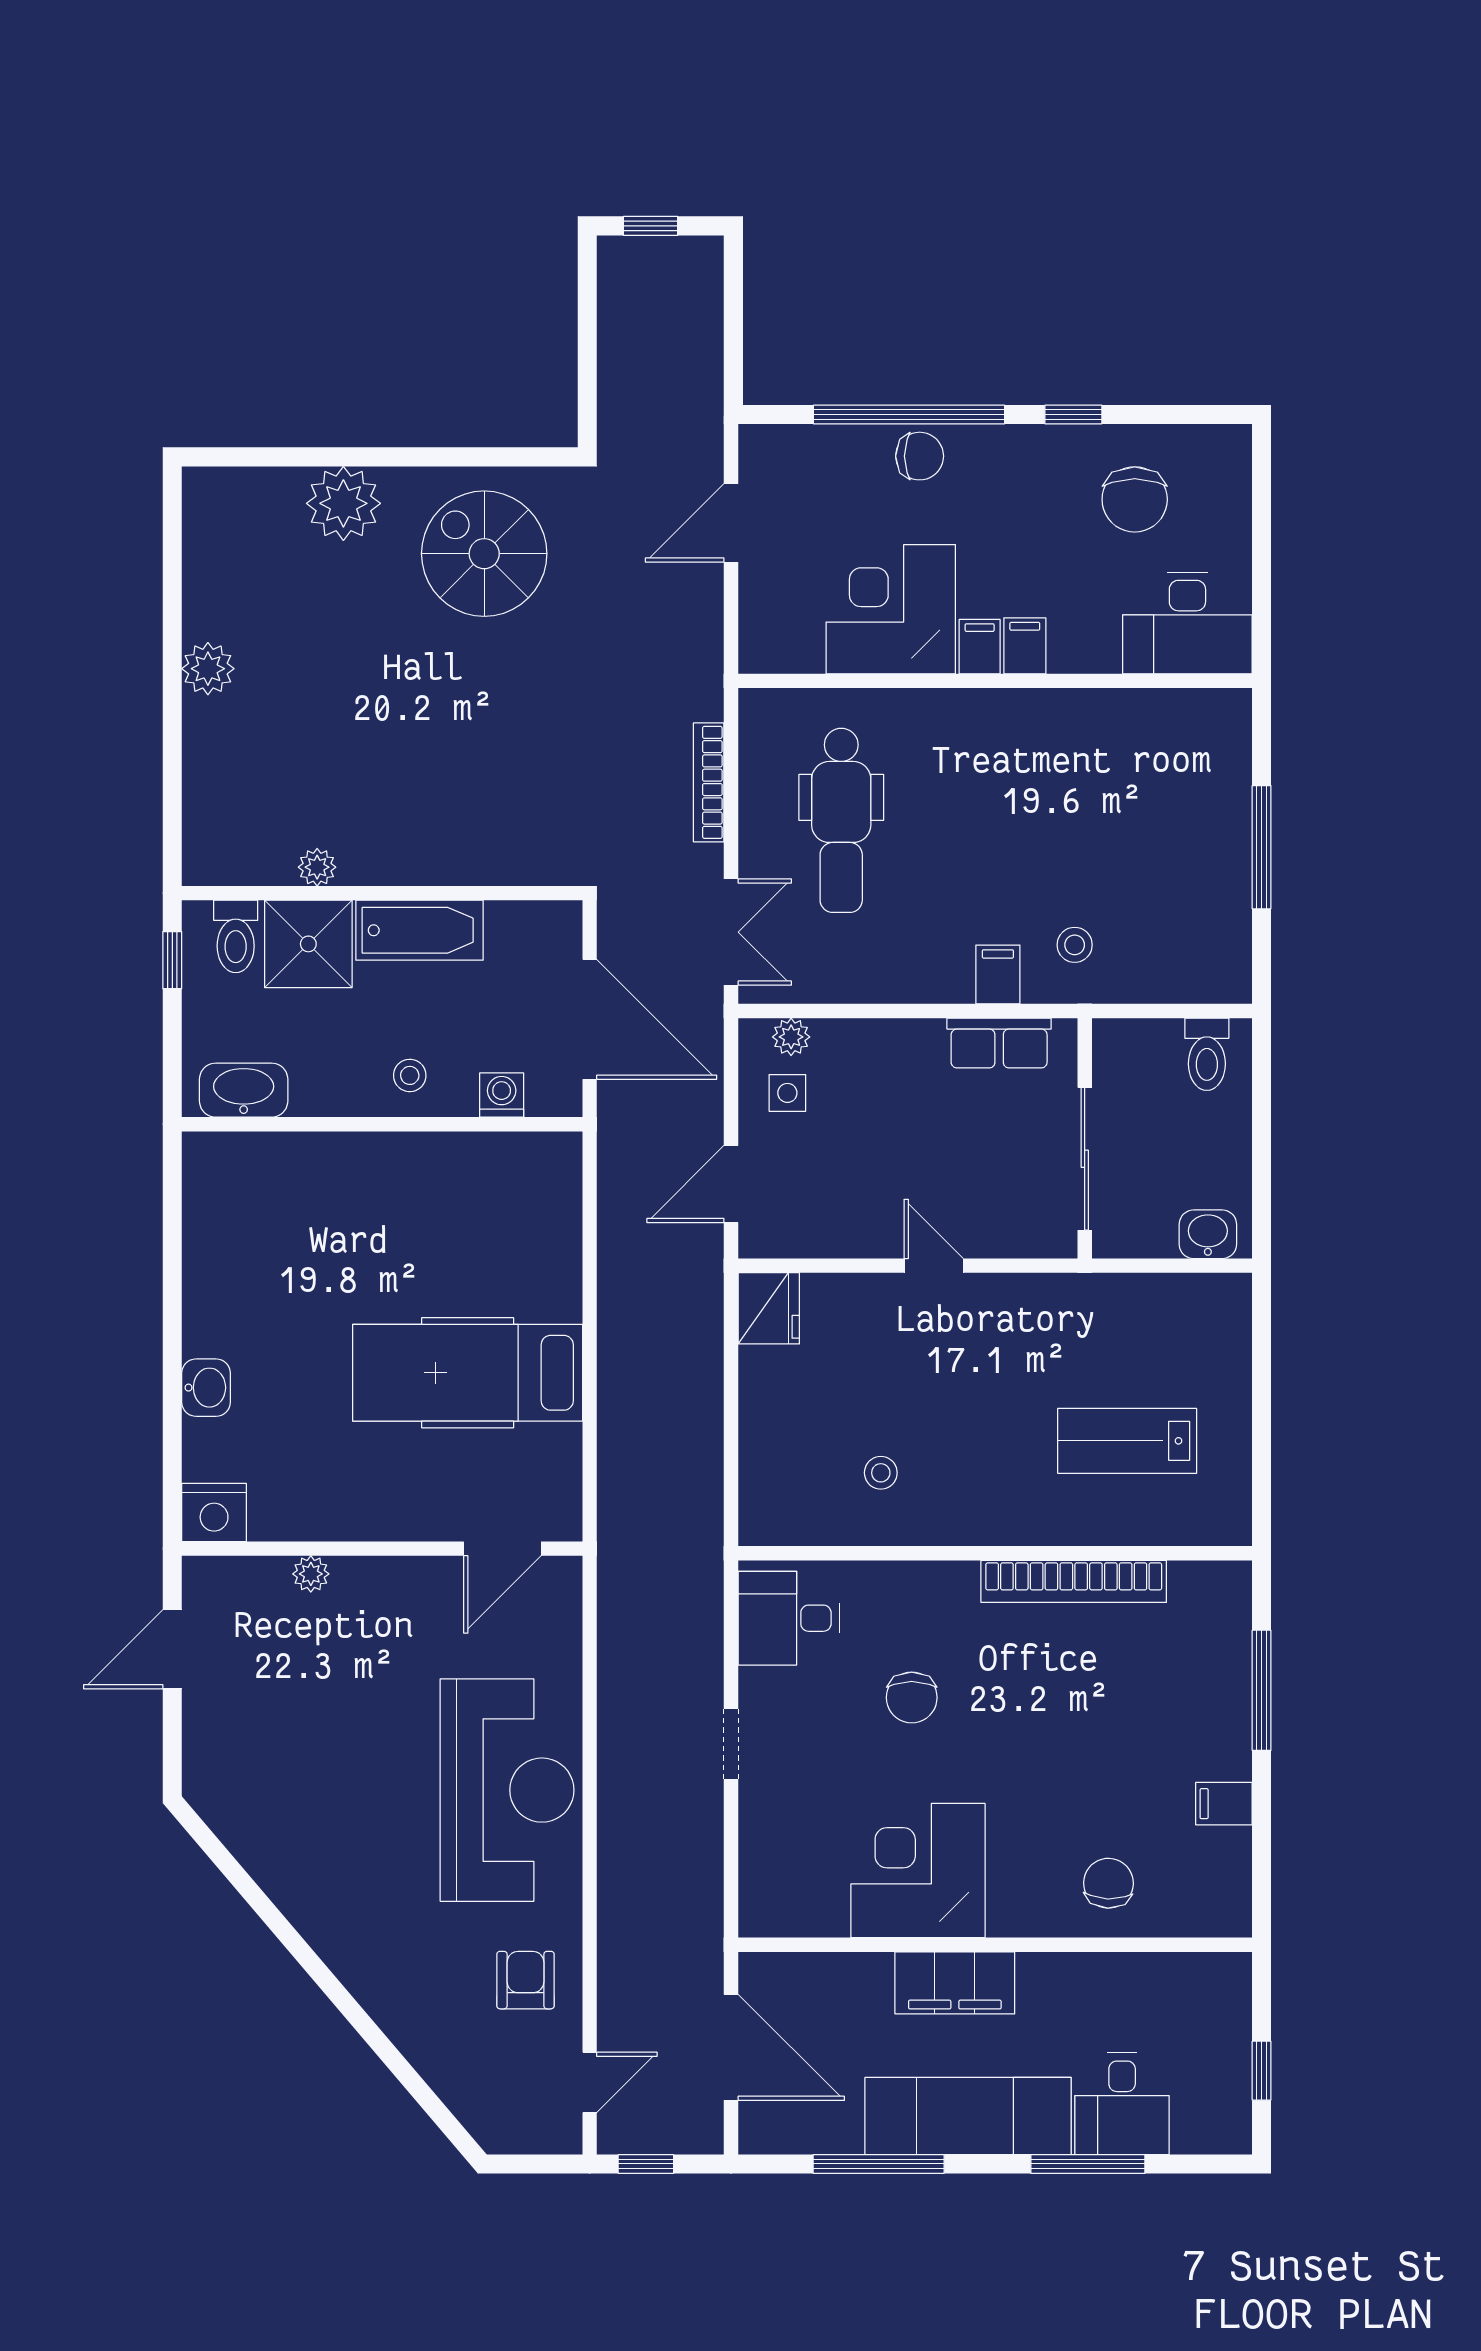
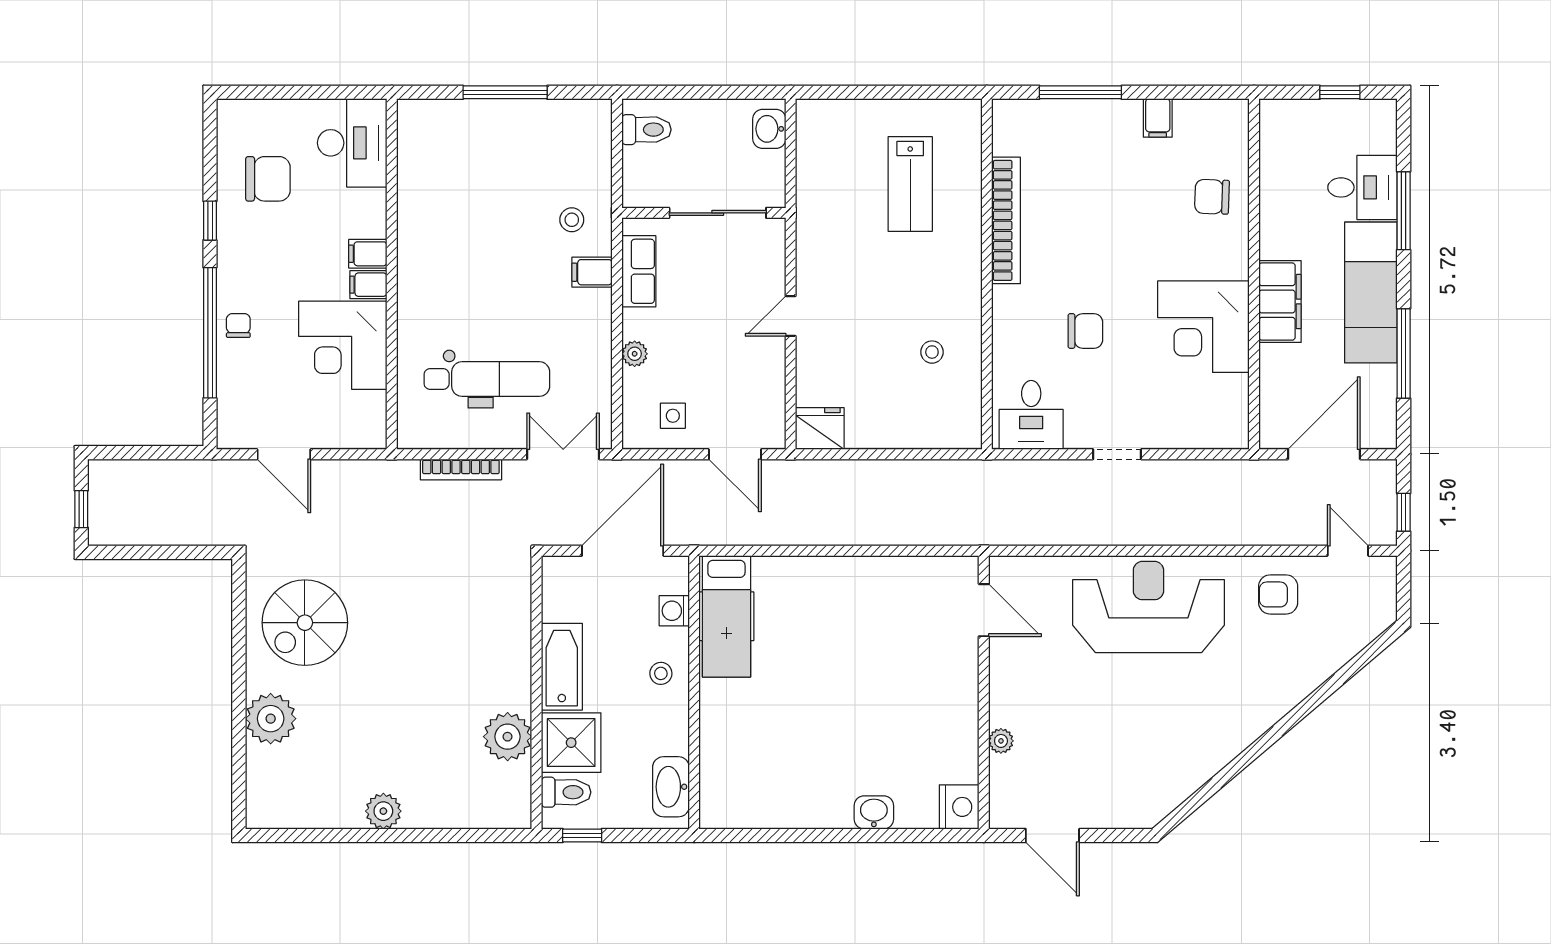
chair: (920, 456) -> (238, 326), width x0.73, depth x0.73
plant: (317, 867) -> (508, 737), width x1.88, depth x1.88
plant: (791, 1037) -> (635, 354), moved
hospital bed: (468, 1373) -> (726, 616), moved, width x0.73, depth x0.78

